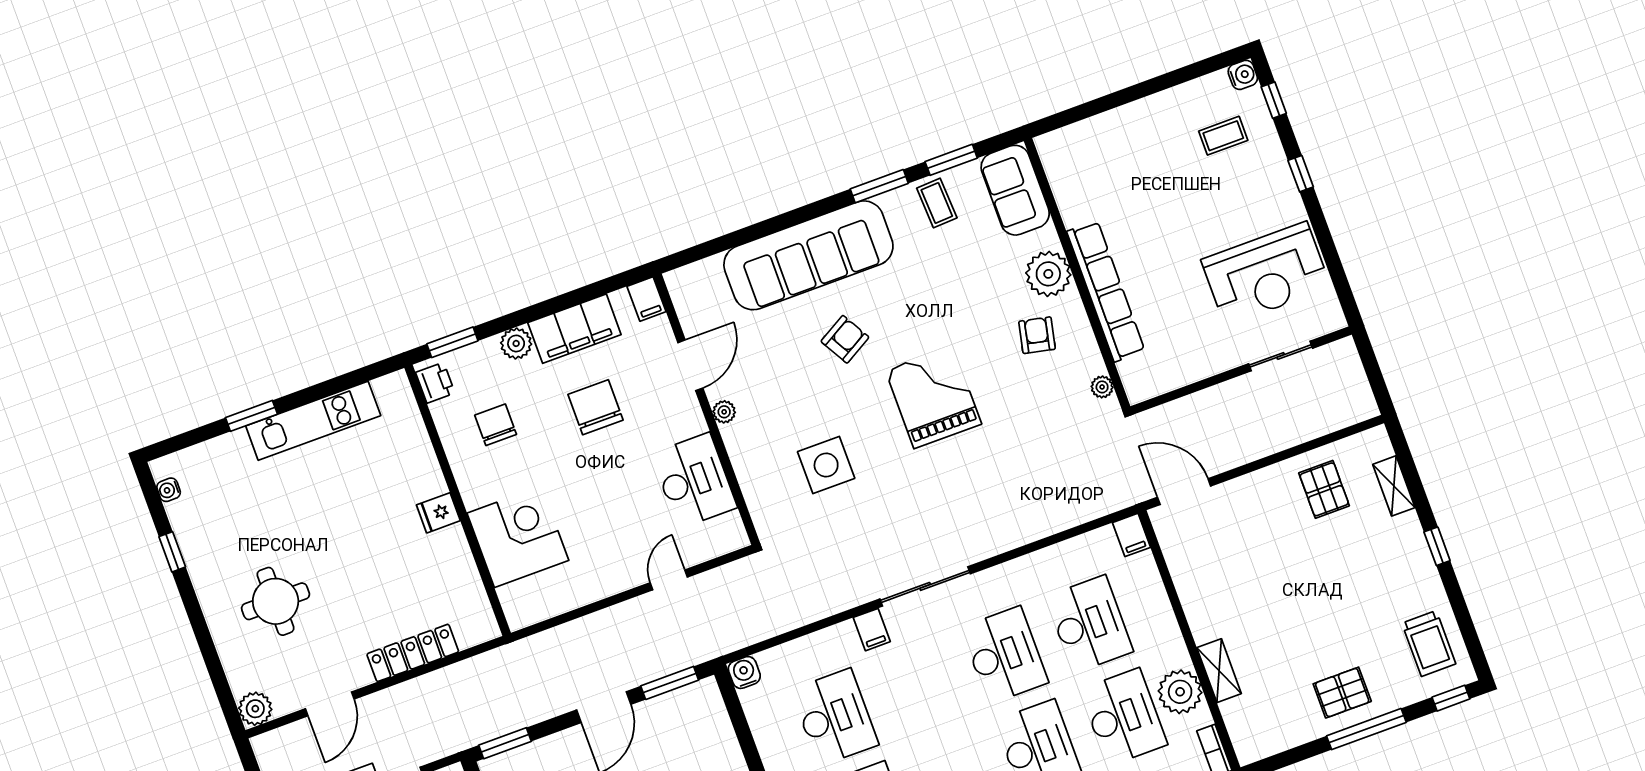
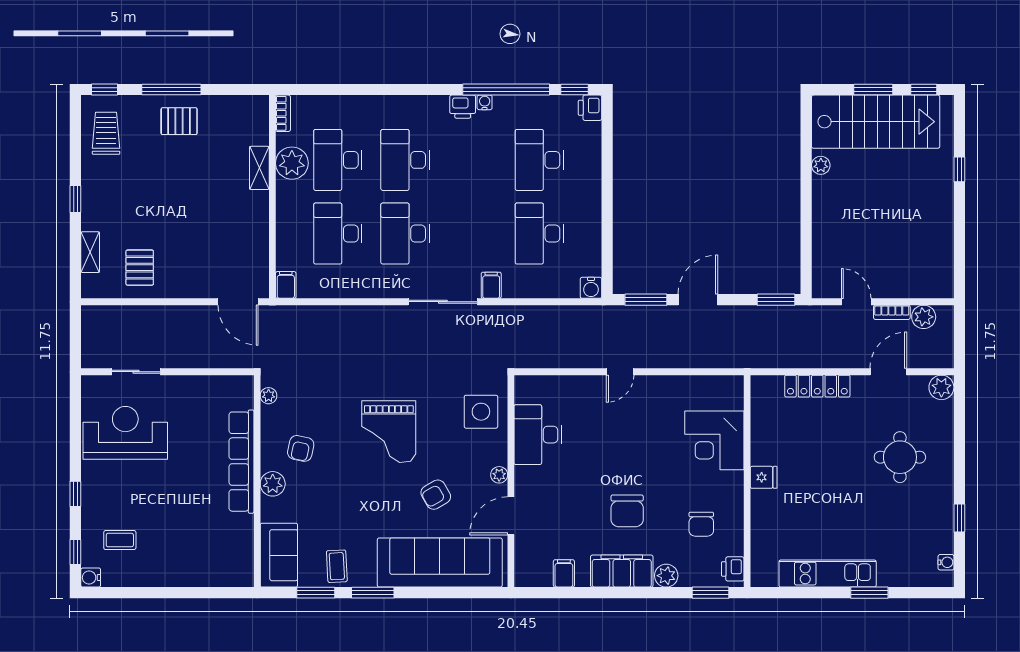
plant: (1048, 274) -> (273, 484), width x0.73, depth x0.73
door: (690, 365) -> (511, 516), moved
wall: (706, 409) -> (511, 481), moved
plant: (724, 412) -> (499, 475), moved
desk: (694, 481) -> (538, 435), moved

